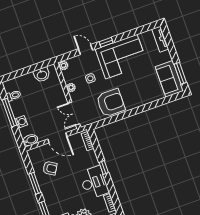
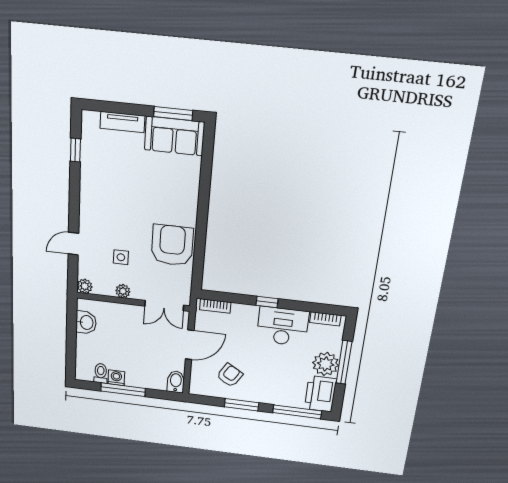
tv unit: (160, 39) -> (122, 122), moved
window: (106, 42) -> (75, 150), moved
corner sofa: (121, 57) -> (106, 195), removed
washing machine: (21, 122) -> (116, 378), moved

